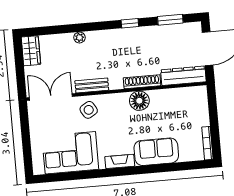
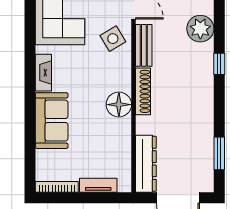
window: (130, 23) -> (219, 64), moved
plant: (79, 37) -> (200, 29), width x1.88, depth x1.88
shoe rack: (142, 82) -> (143, 91), moved
tv unit: (203, 111) -> (98, 185), added

